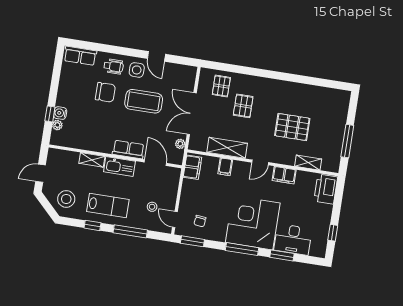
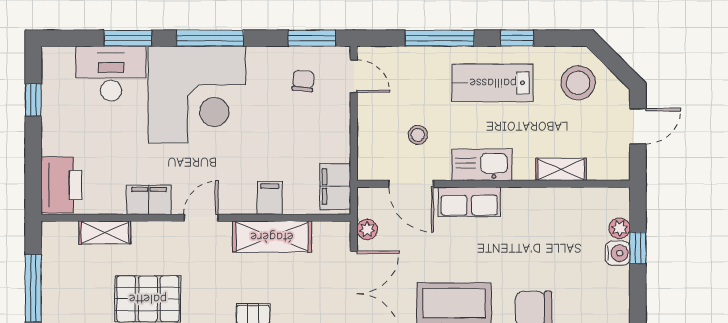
shelving: (92, 160) -> (561, 169), moved
stool: (152, 207) -> (418, 135), moved

